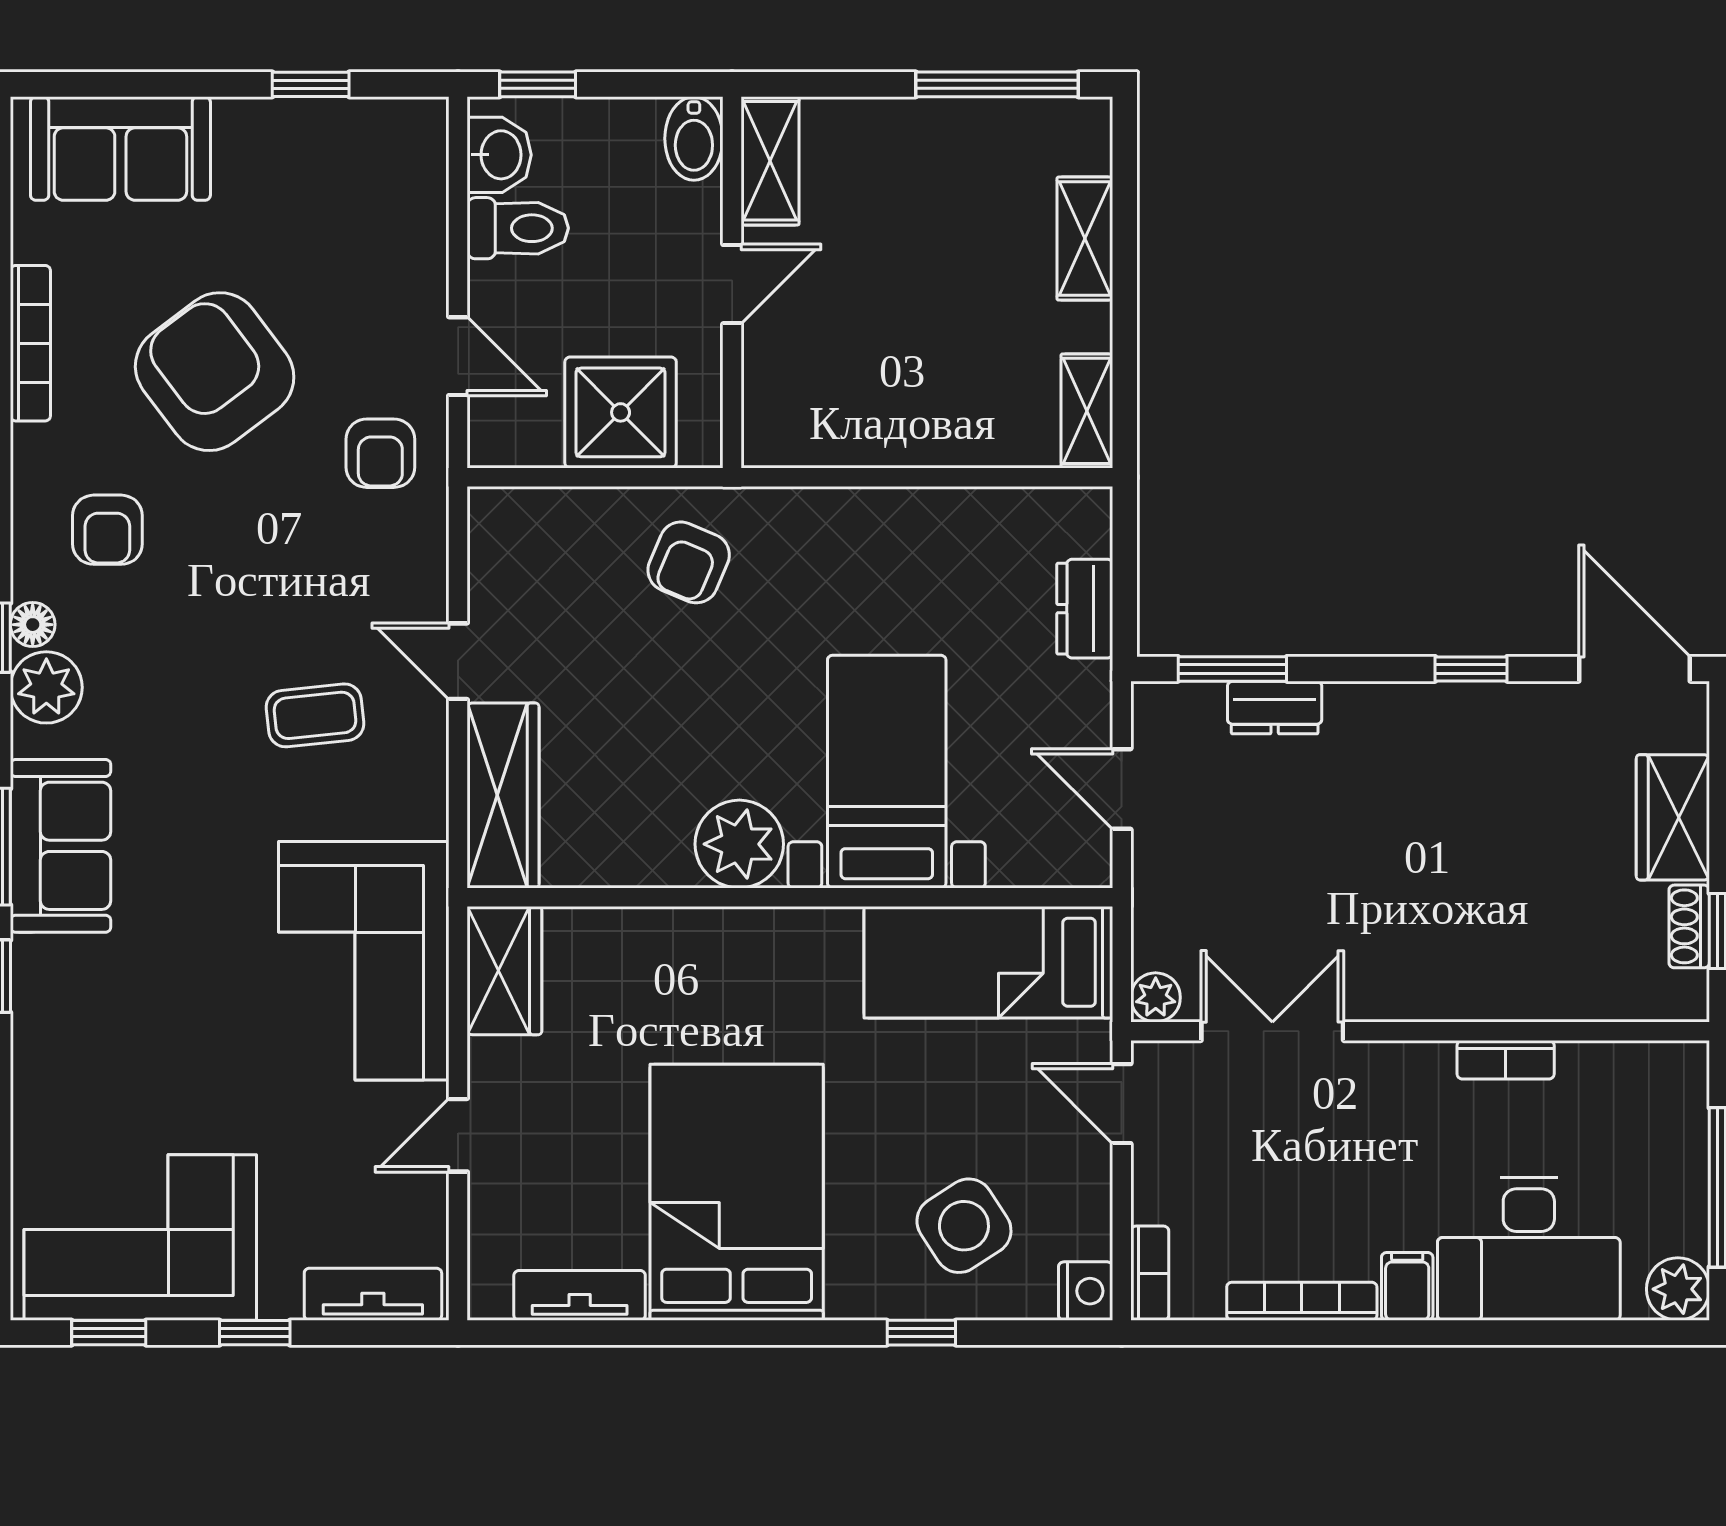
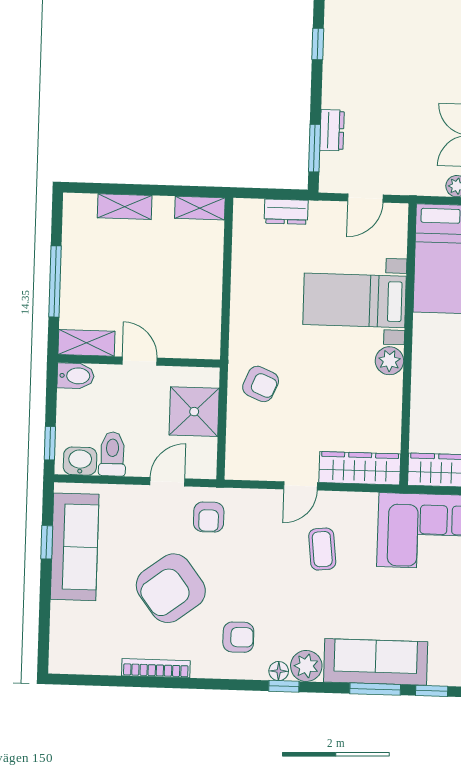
window: (997, 84) -> (55, 281), moved
sofa: (120, 149) -> (75, 547), moved, width x1.36
armchair: (380, 453) -> (209, 517), turned 90
plant: (739, 844) -> (389, 361), width x0.73, depth x0.73
sofa: (61, 846) -> (376, 662), width x1.36

